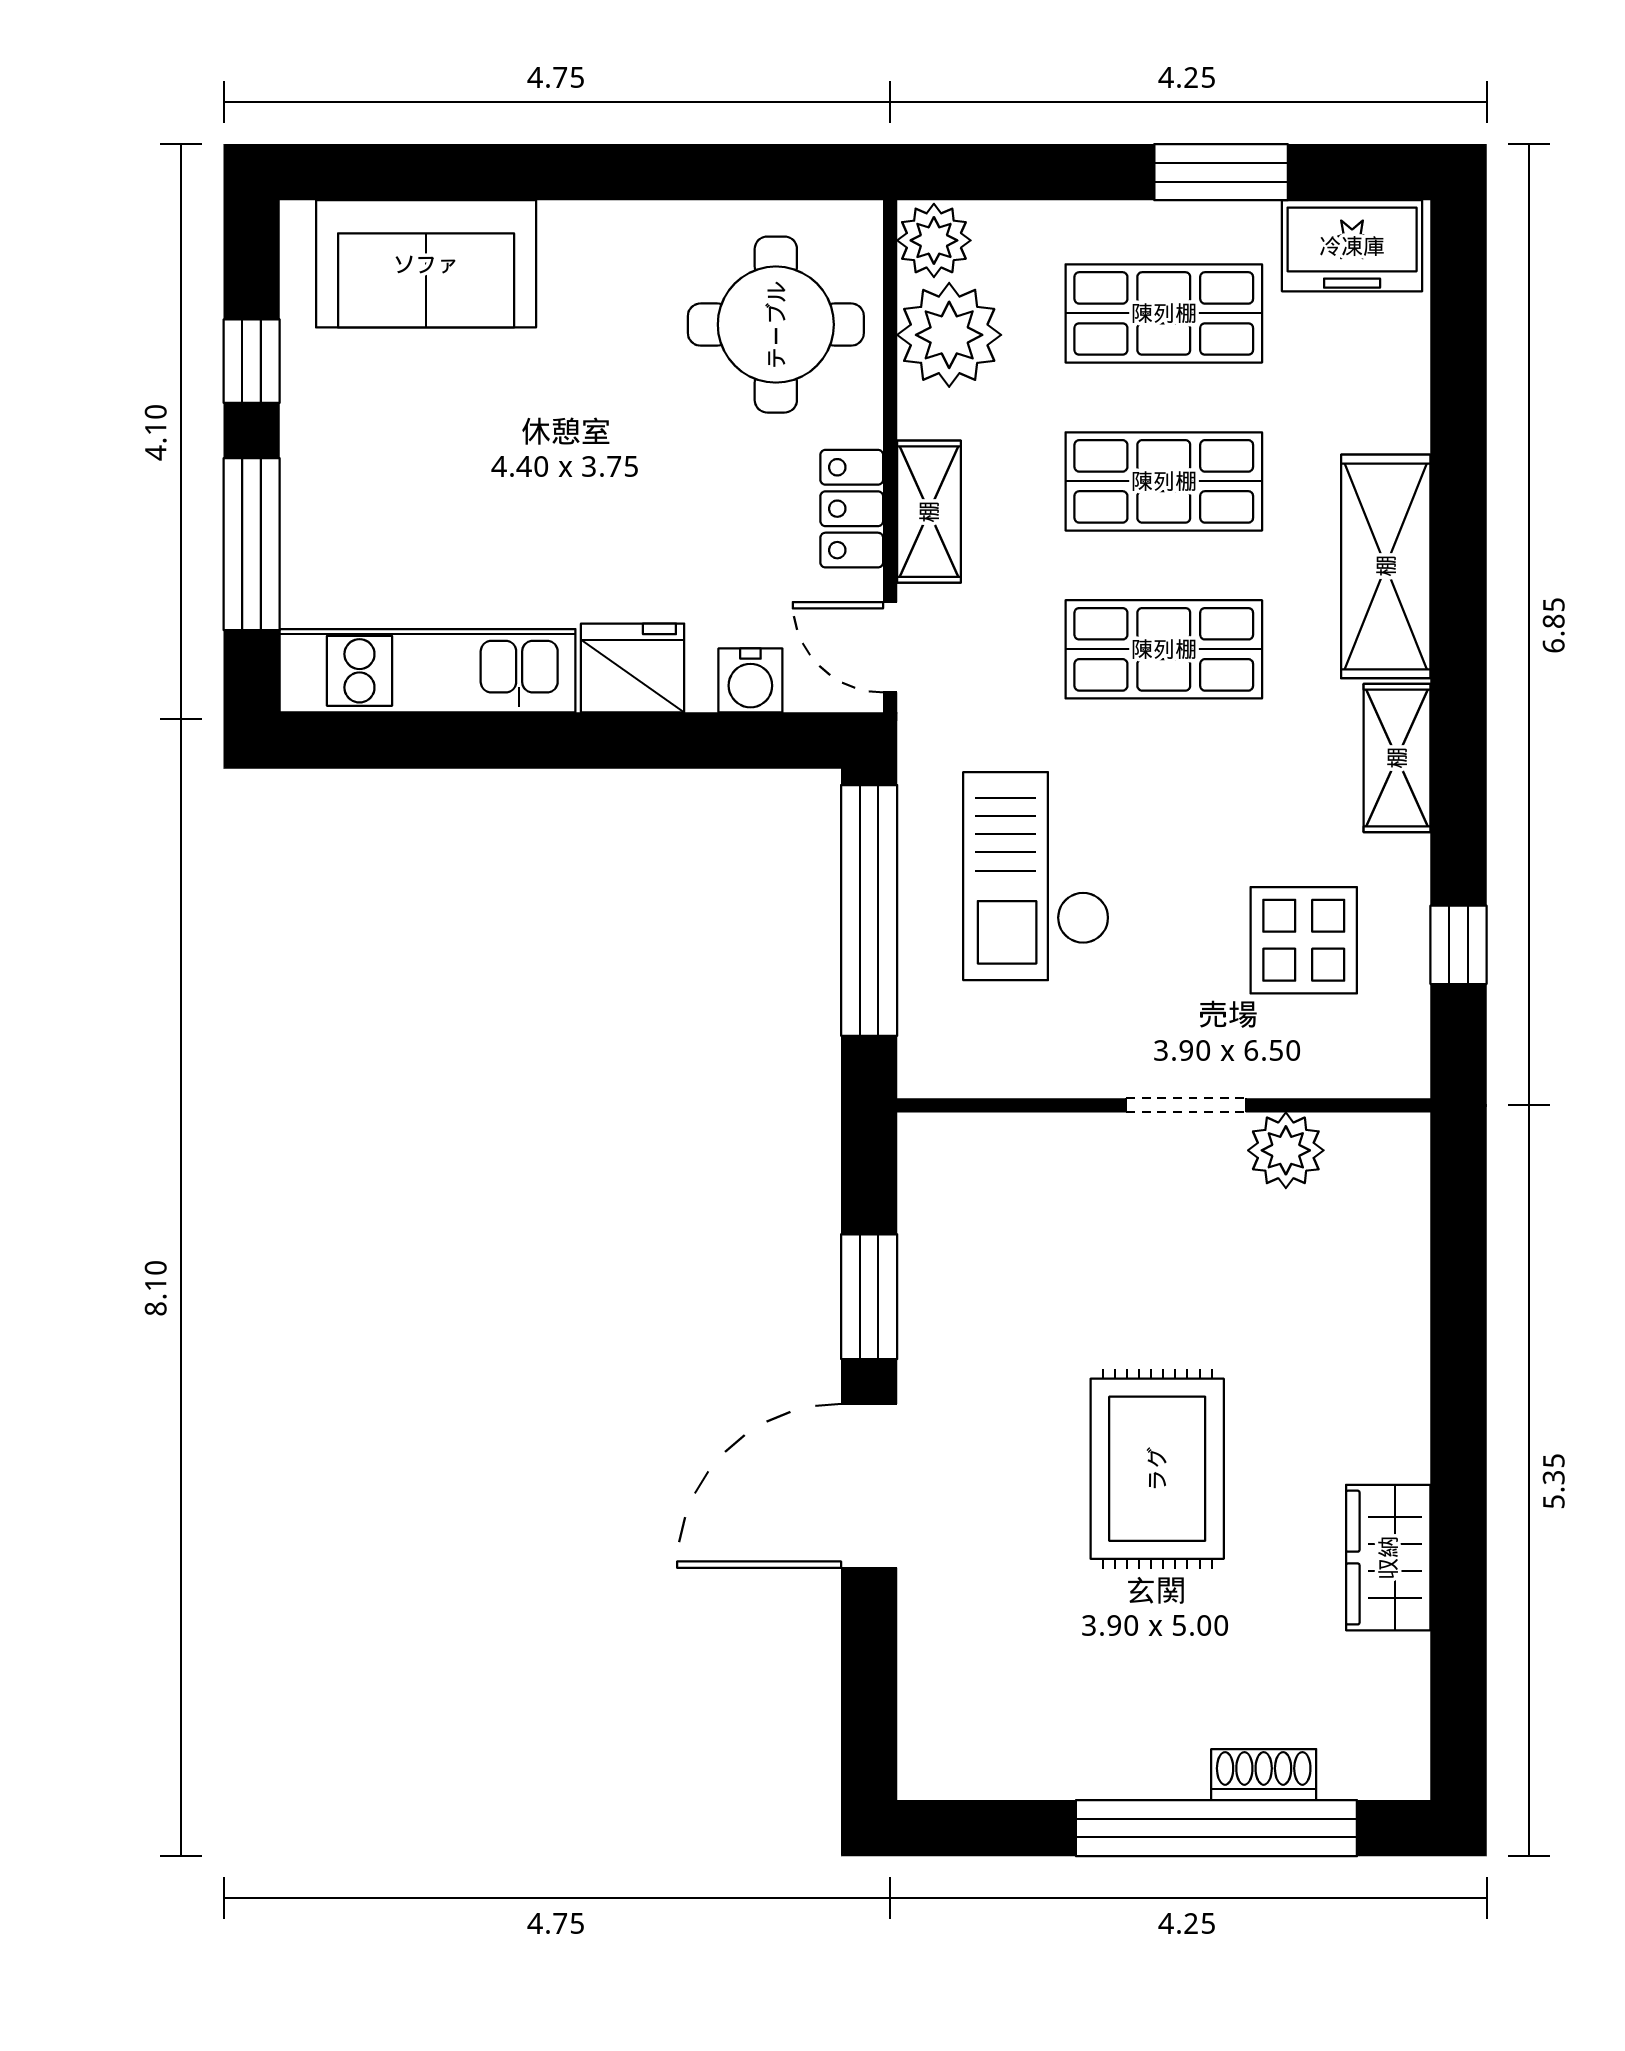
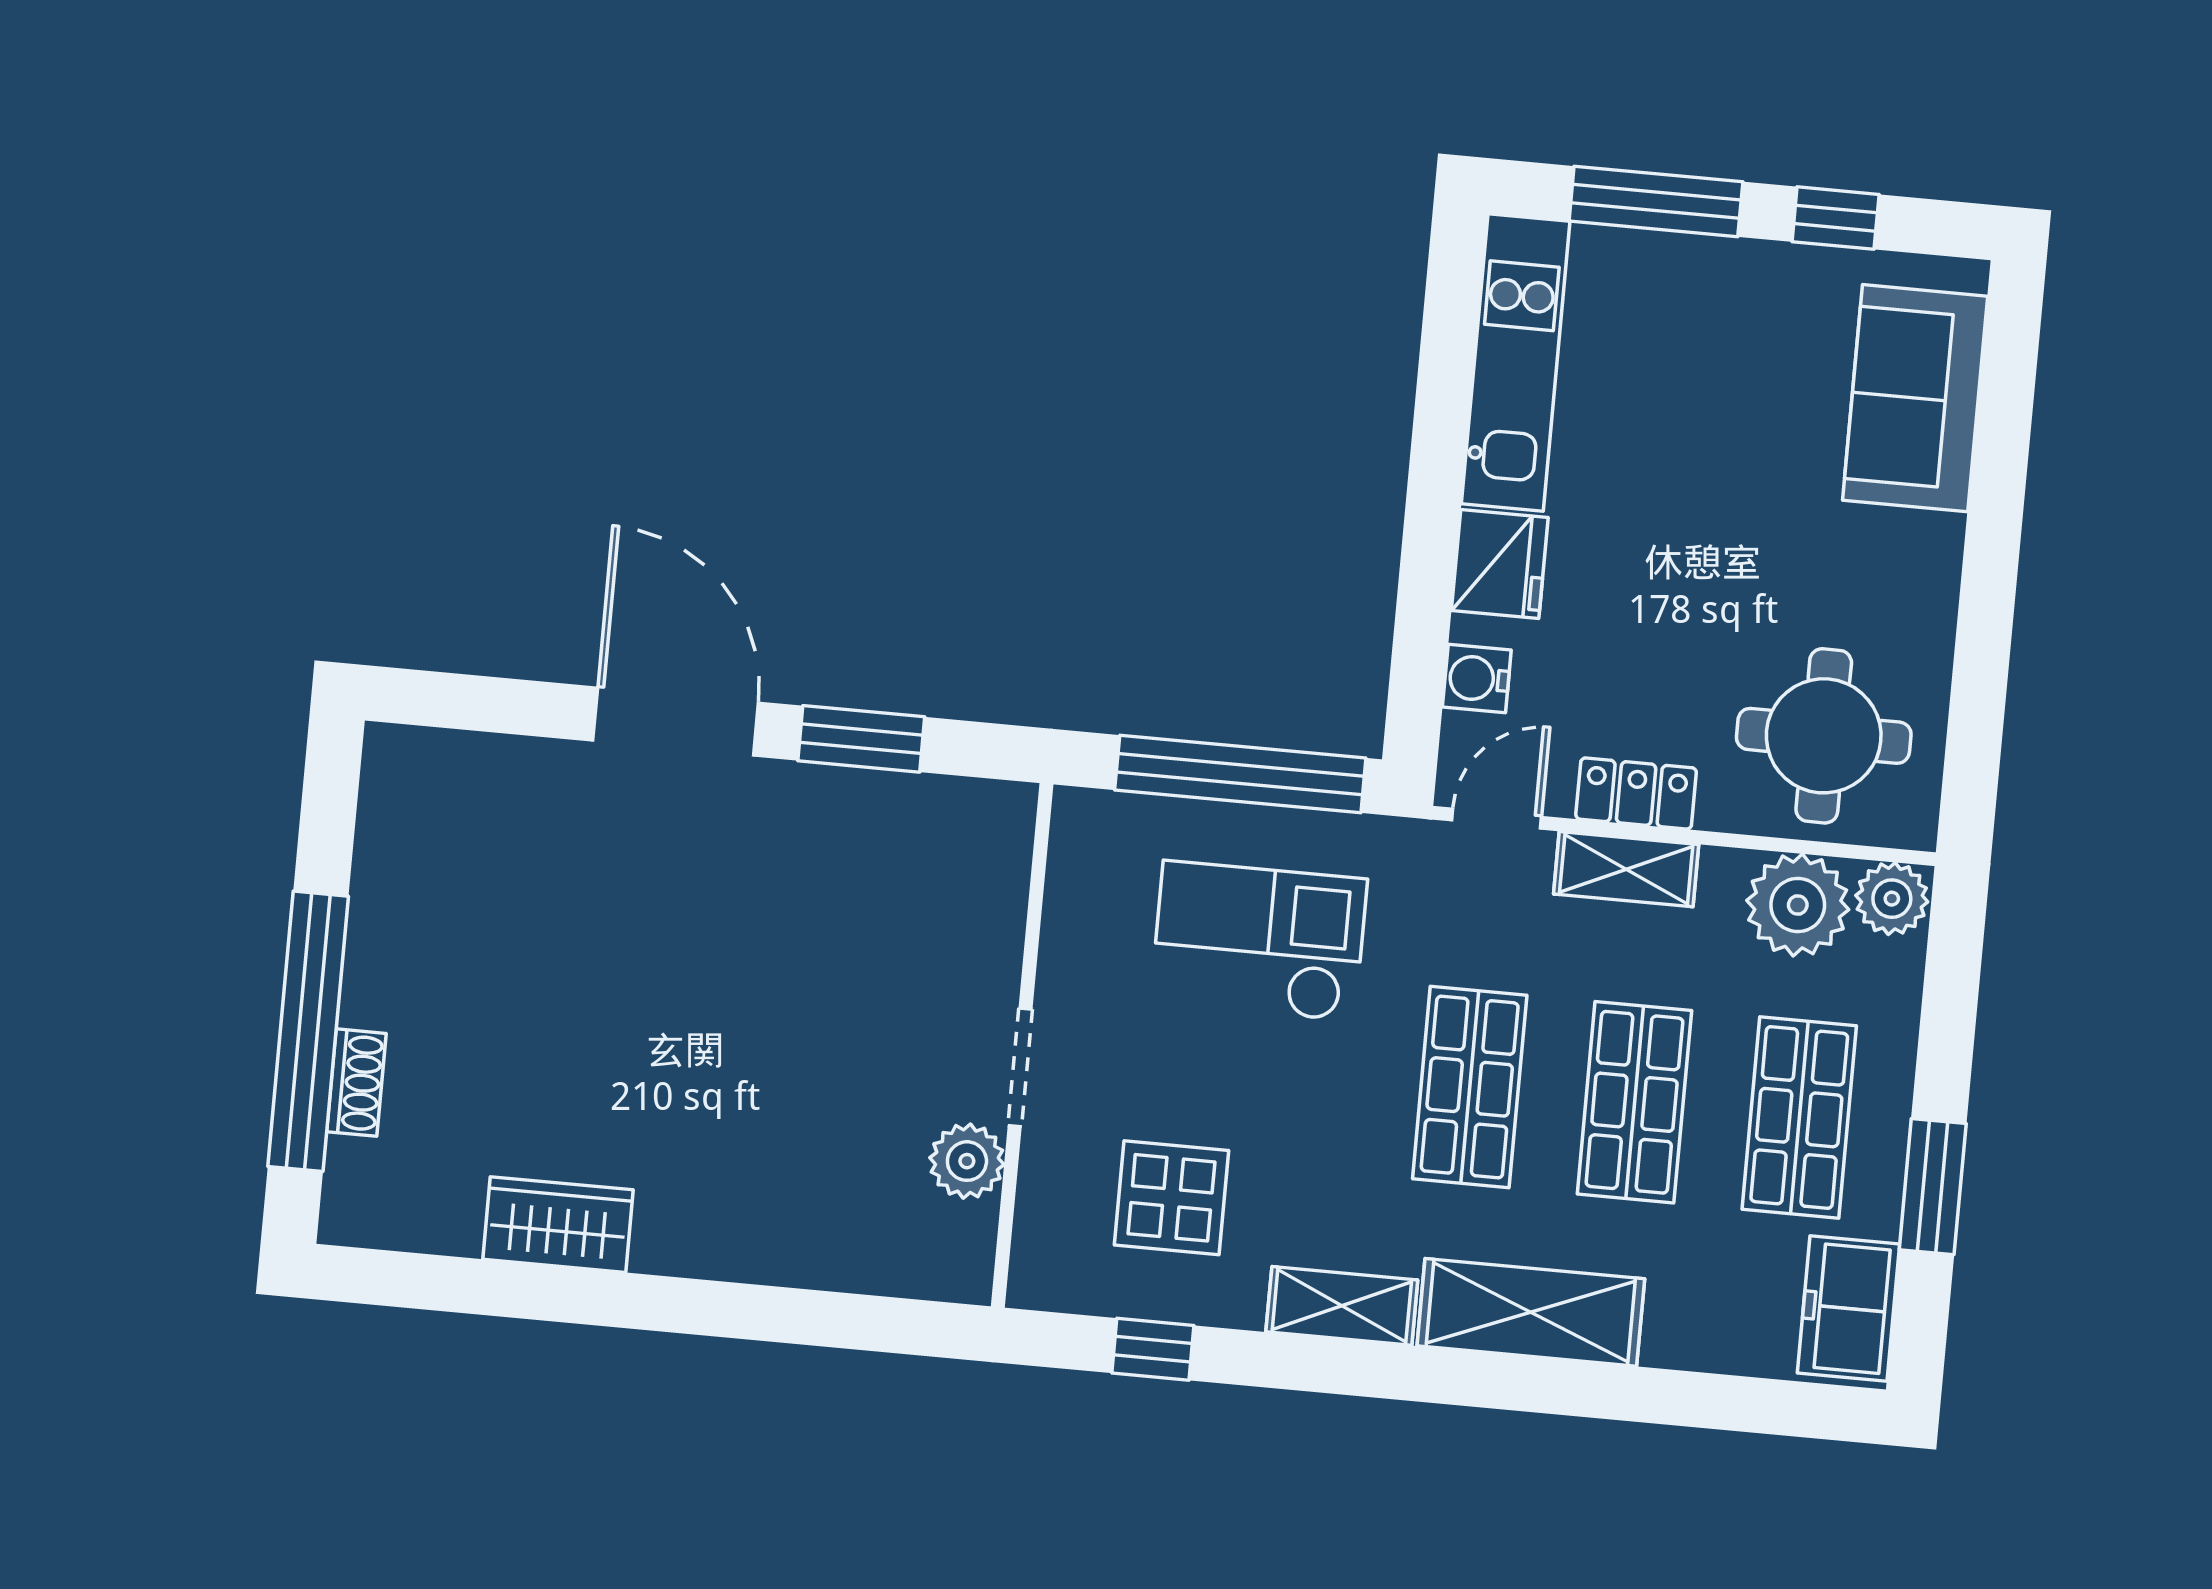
rug: (1157, 1469) -> (666, 1006), removed

